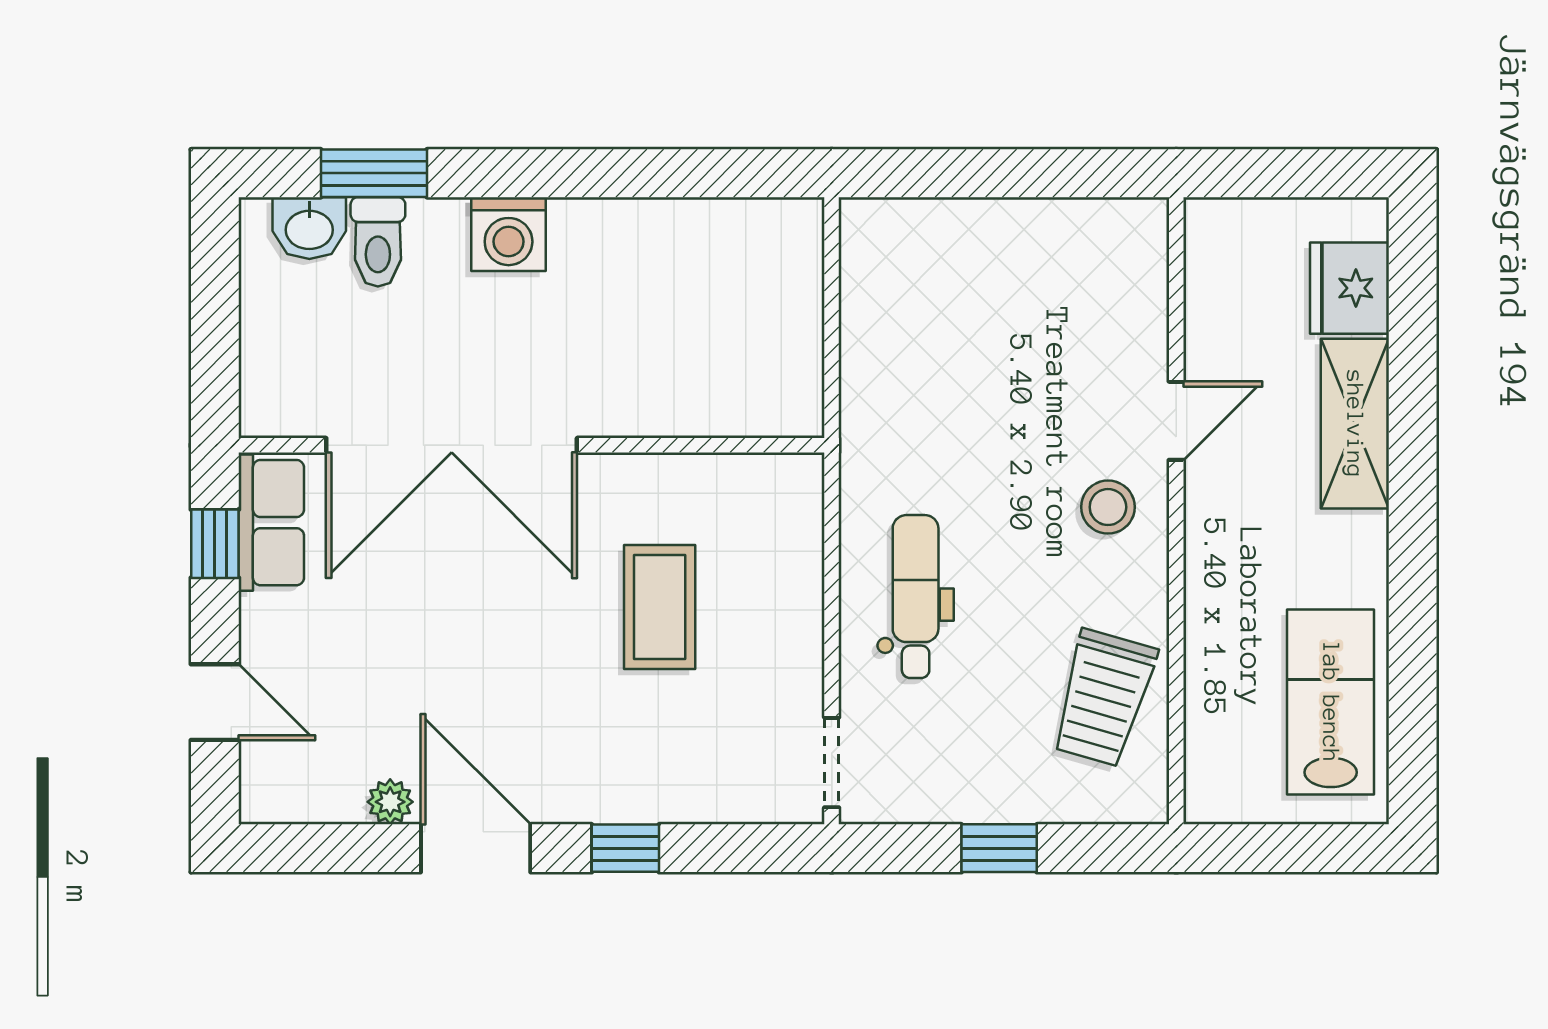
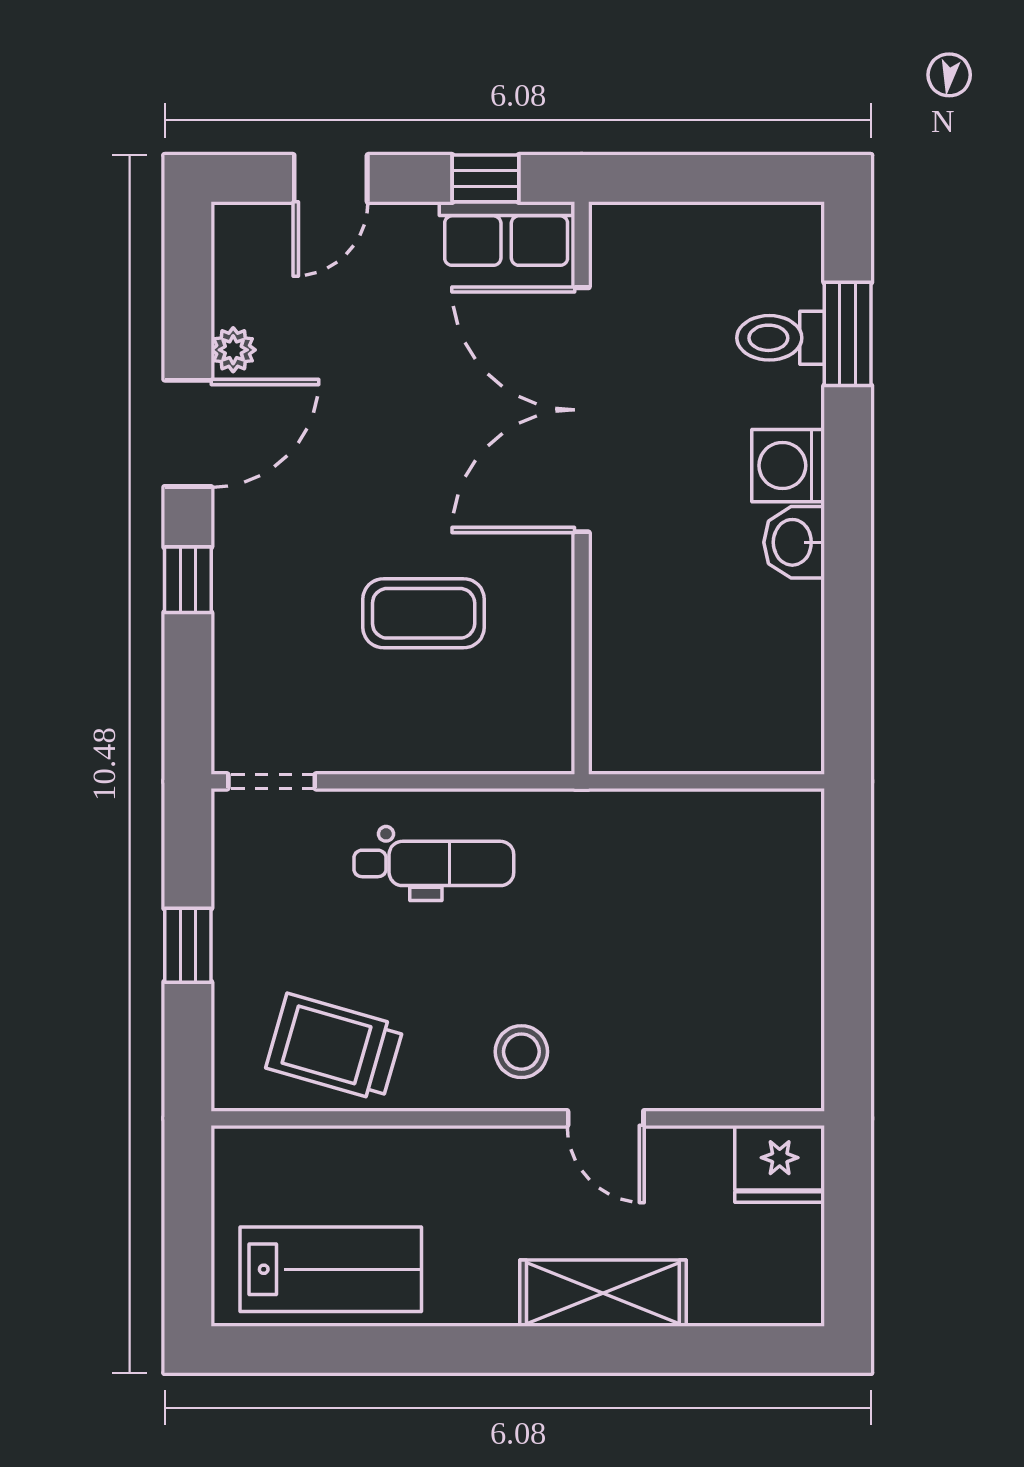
washbasin: (309, 228) -> (794, 542), moved
fridge: (1350, 288) -> (780, 1164), moved, turned 180

